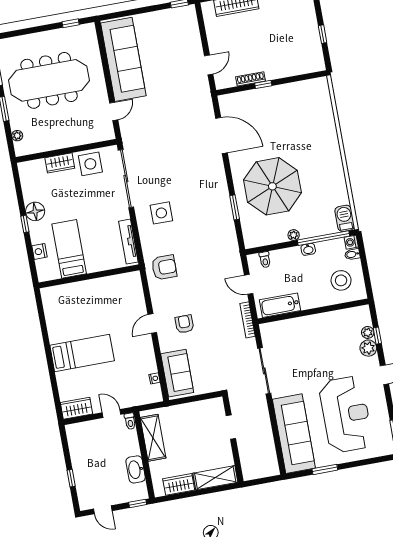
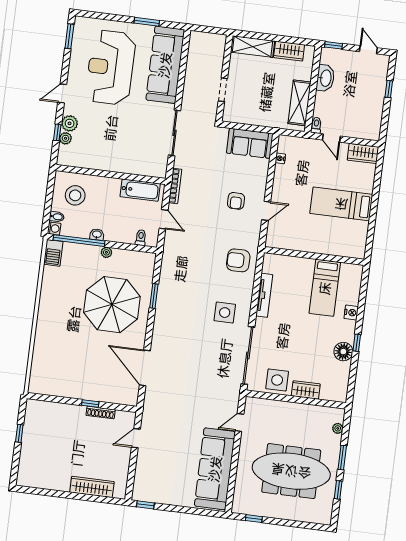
bed: (69, 249) -> (325, 288), moved
wall: (89, 276) -> (314, 256), moved
sofa: (177, 373) -> (250, 143), moved, turned -90

